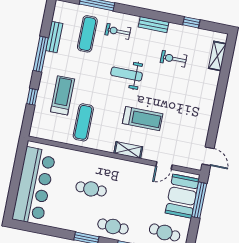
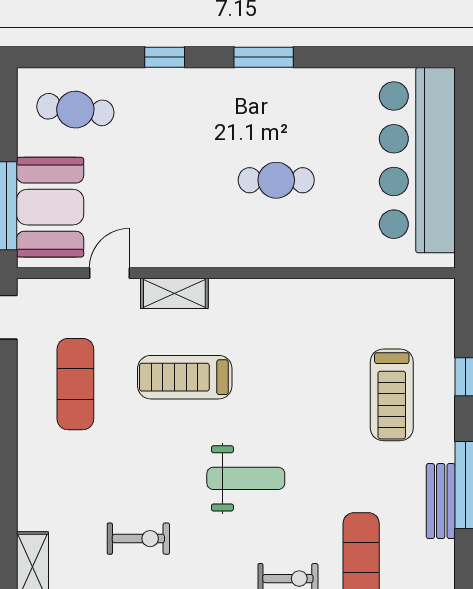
bench: (54, 37) -> (441, 501), moved
exercise mat: (83, 122) -> (75, 384), moved
shelving: (128, 150) -> (174, 293), moved
cafe table: (113, 226) -> (204, 99), removed

